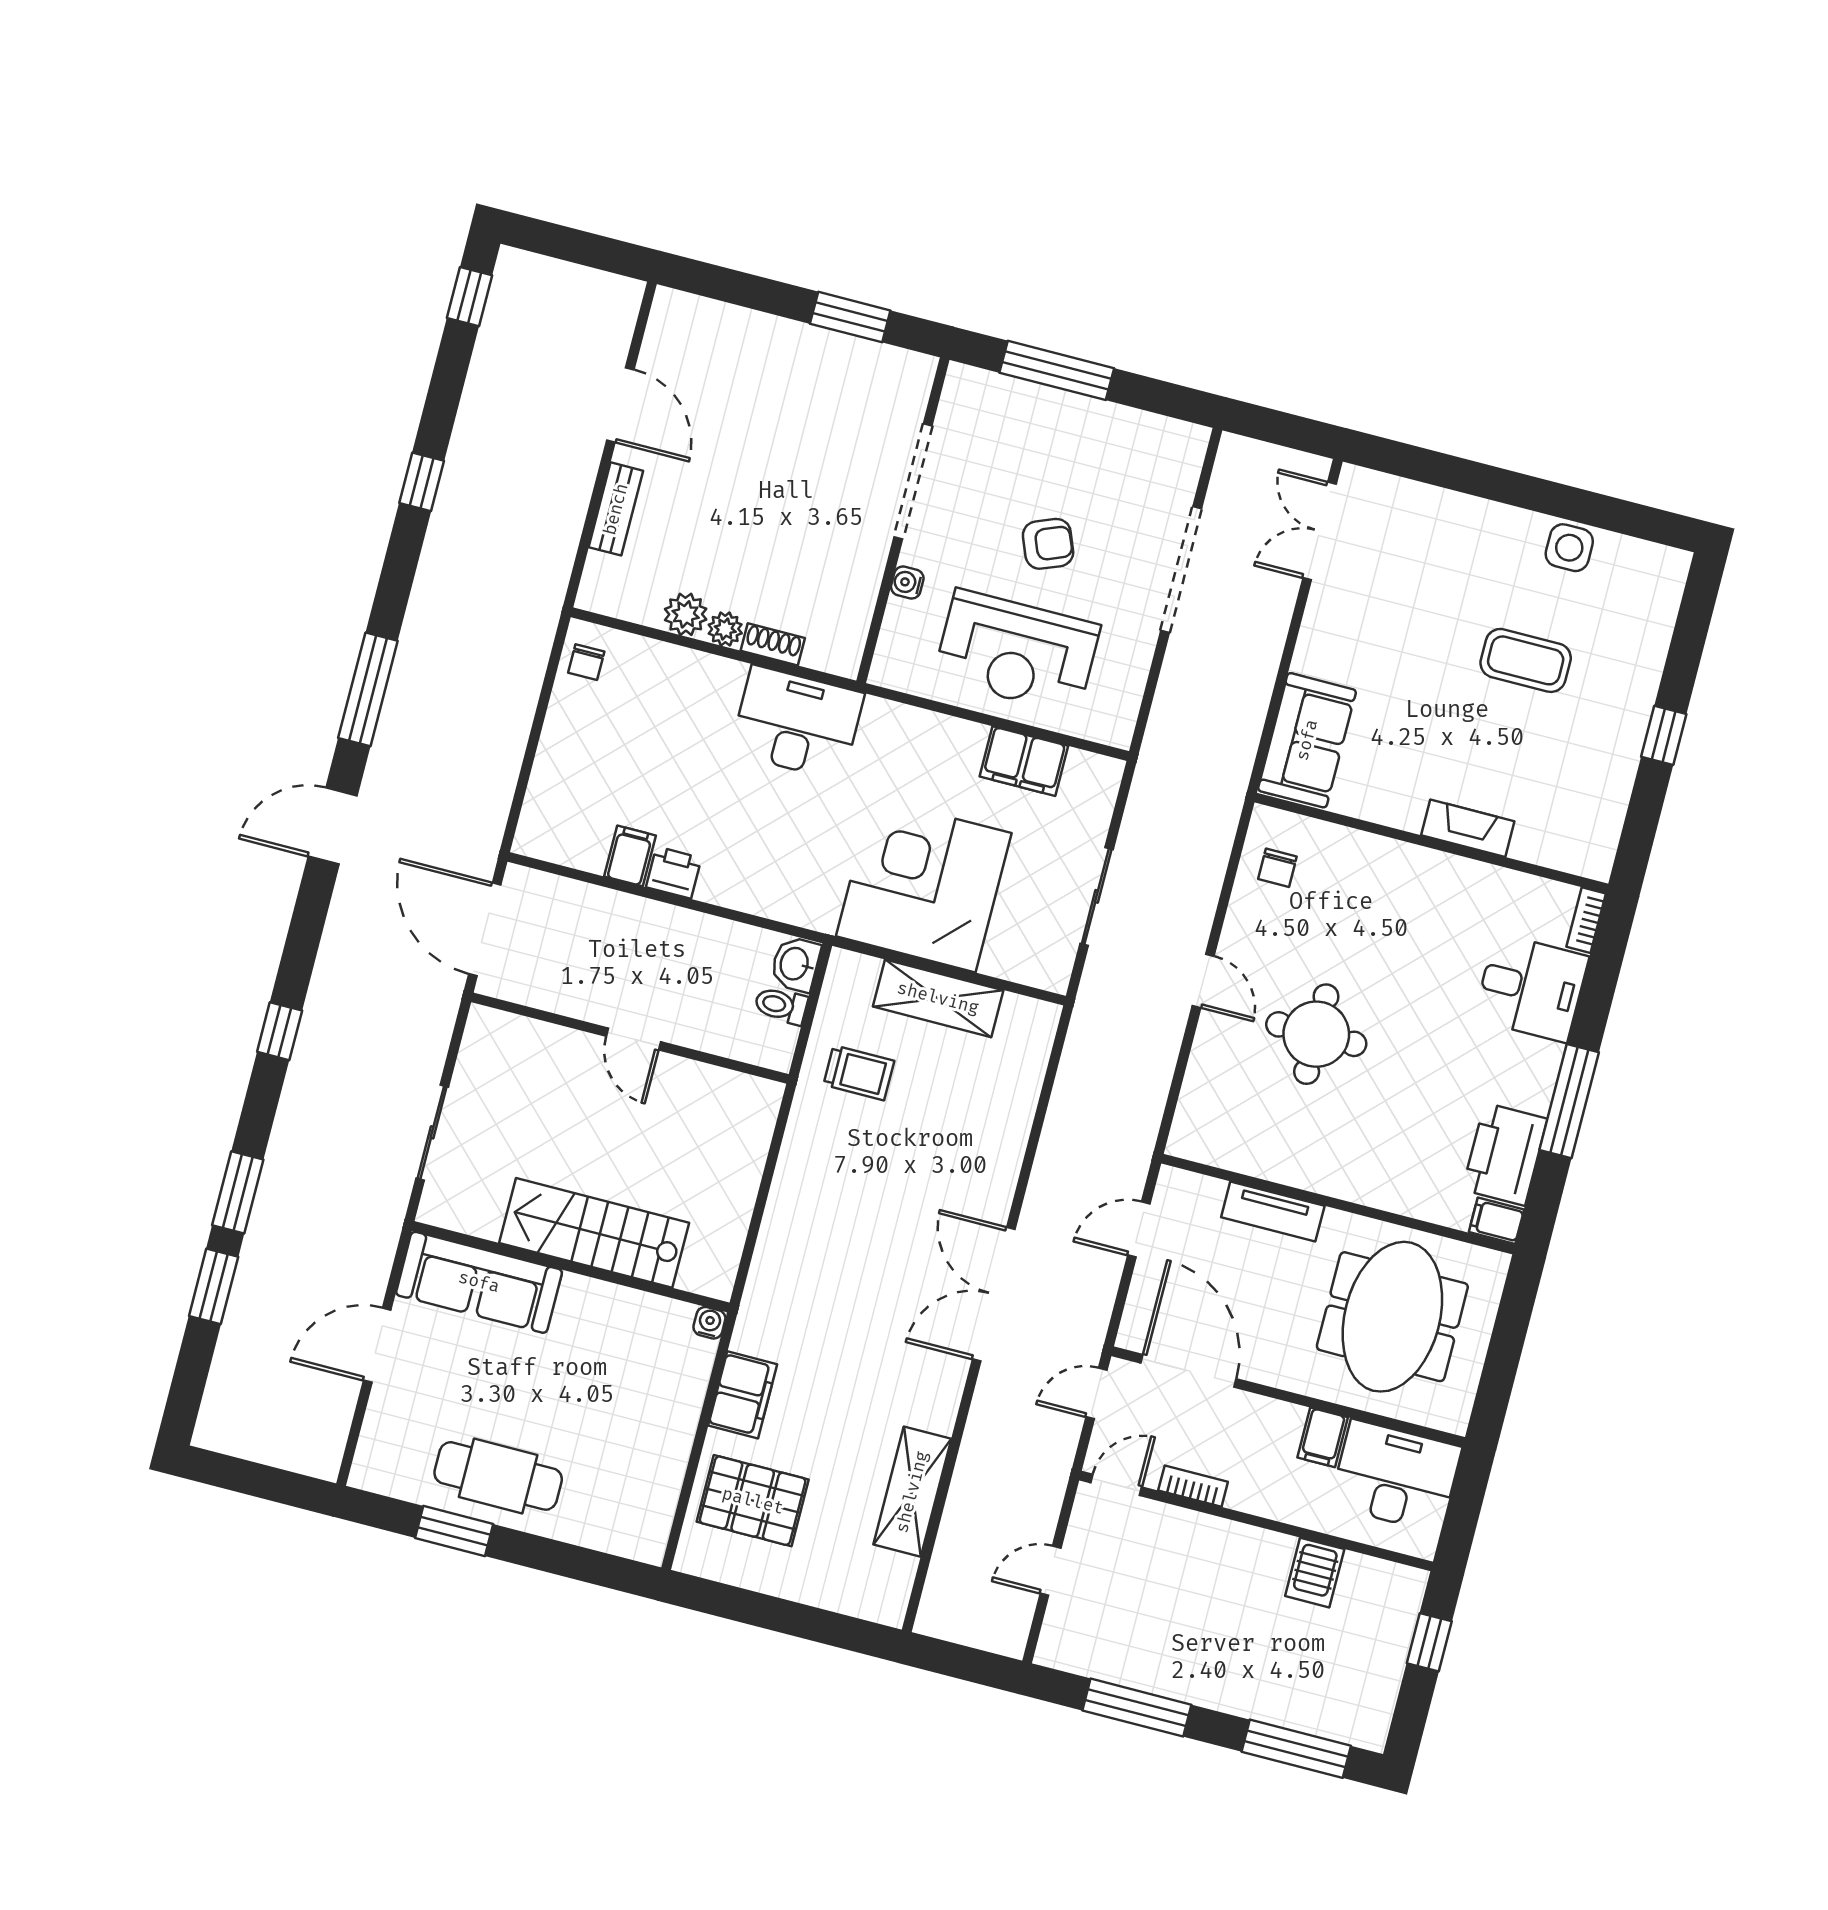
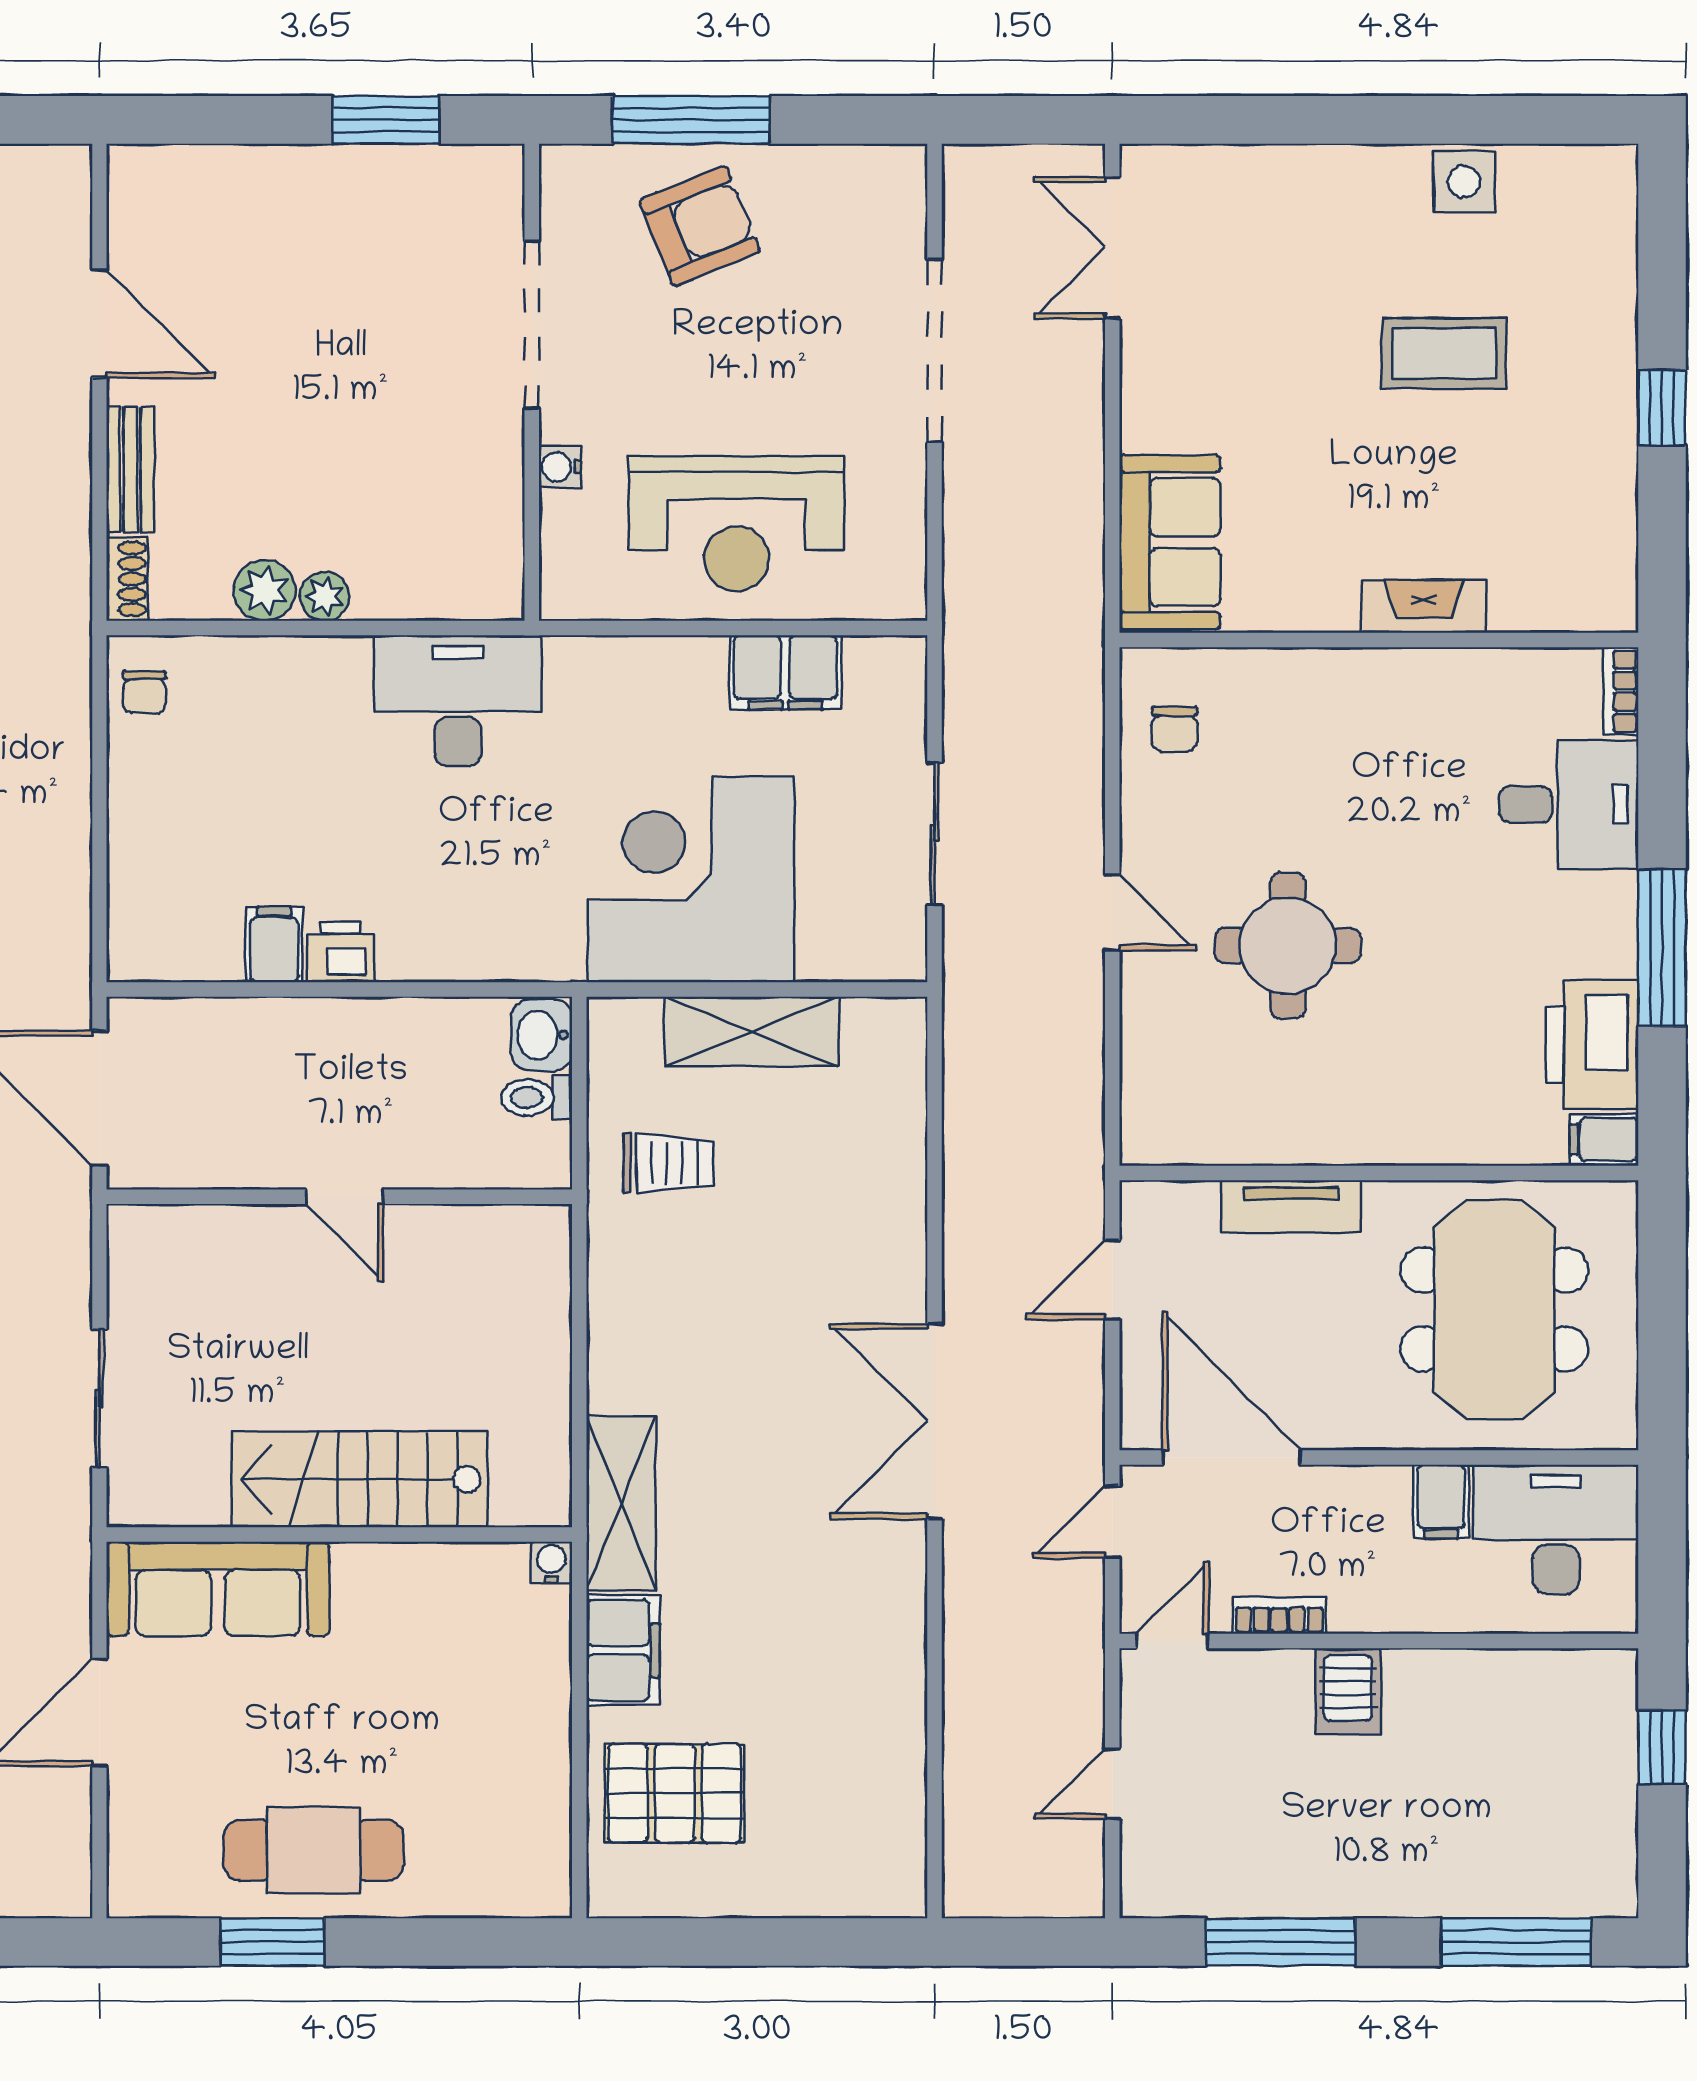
armchair: (1048, 544) -> (700, 226), moved, width x1.38, depth x1.38
shoe rack: (773, 644) -> (127, 579), moved, turned 90
shelving: (912, 1492) -> (621, 1503), moved
server rack: (1315, 1573) -> (1348, 1691), moved

